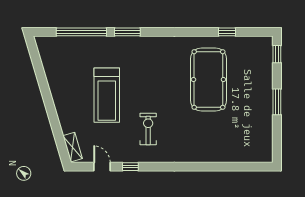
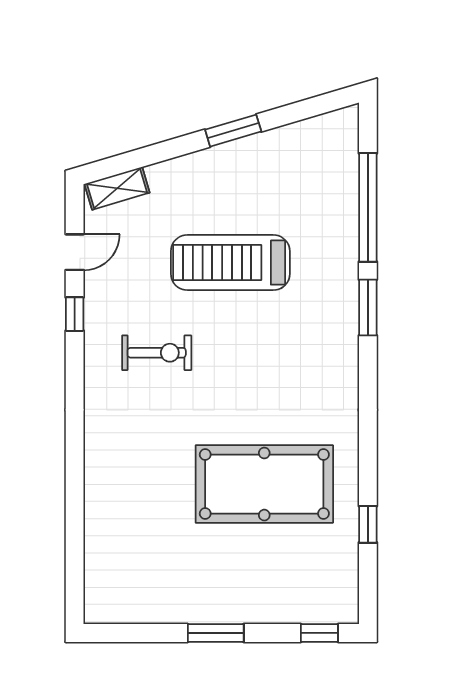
window: (46, 94) -> (233, 131), added

